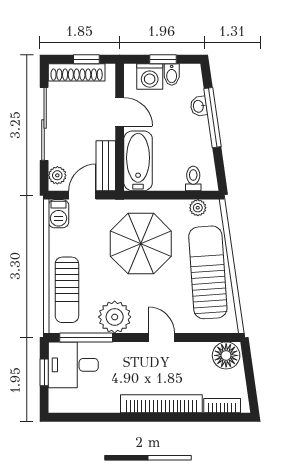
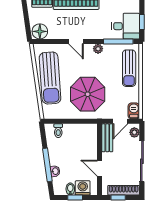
bathtub: (138, 161) -> (89, 141), removed
plant: (198, 208) -> (56, 114), removed
sun lounger: (67, 290) -> (129, 68), turned 180
plant: (115, 317) -> (98, 49), width x0.53, depth x0.53

